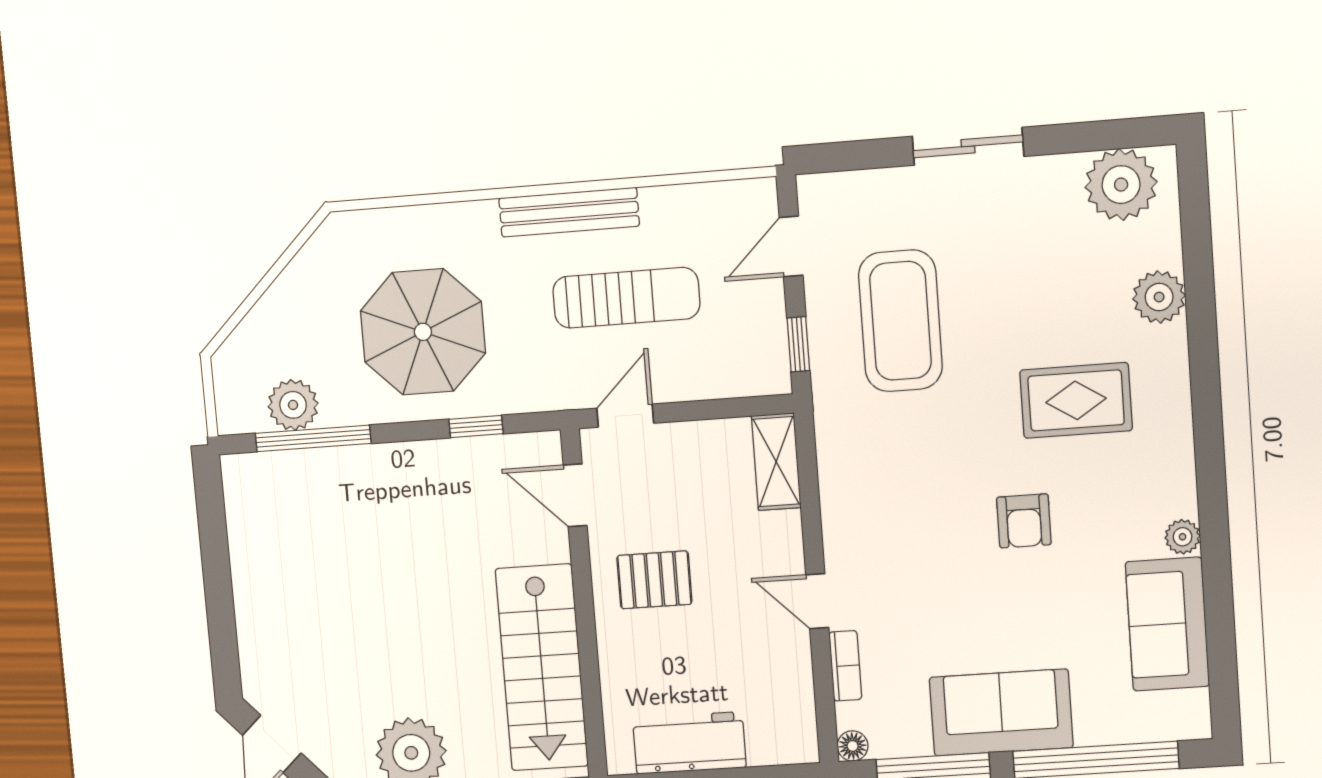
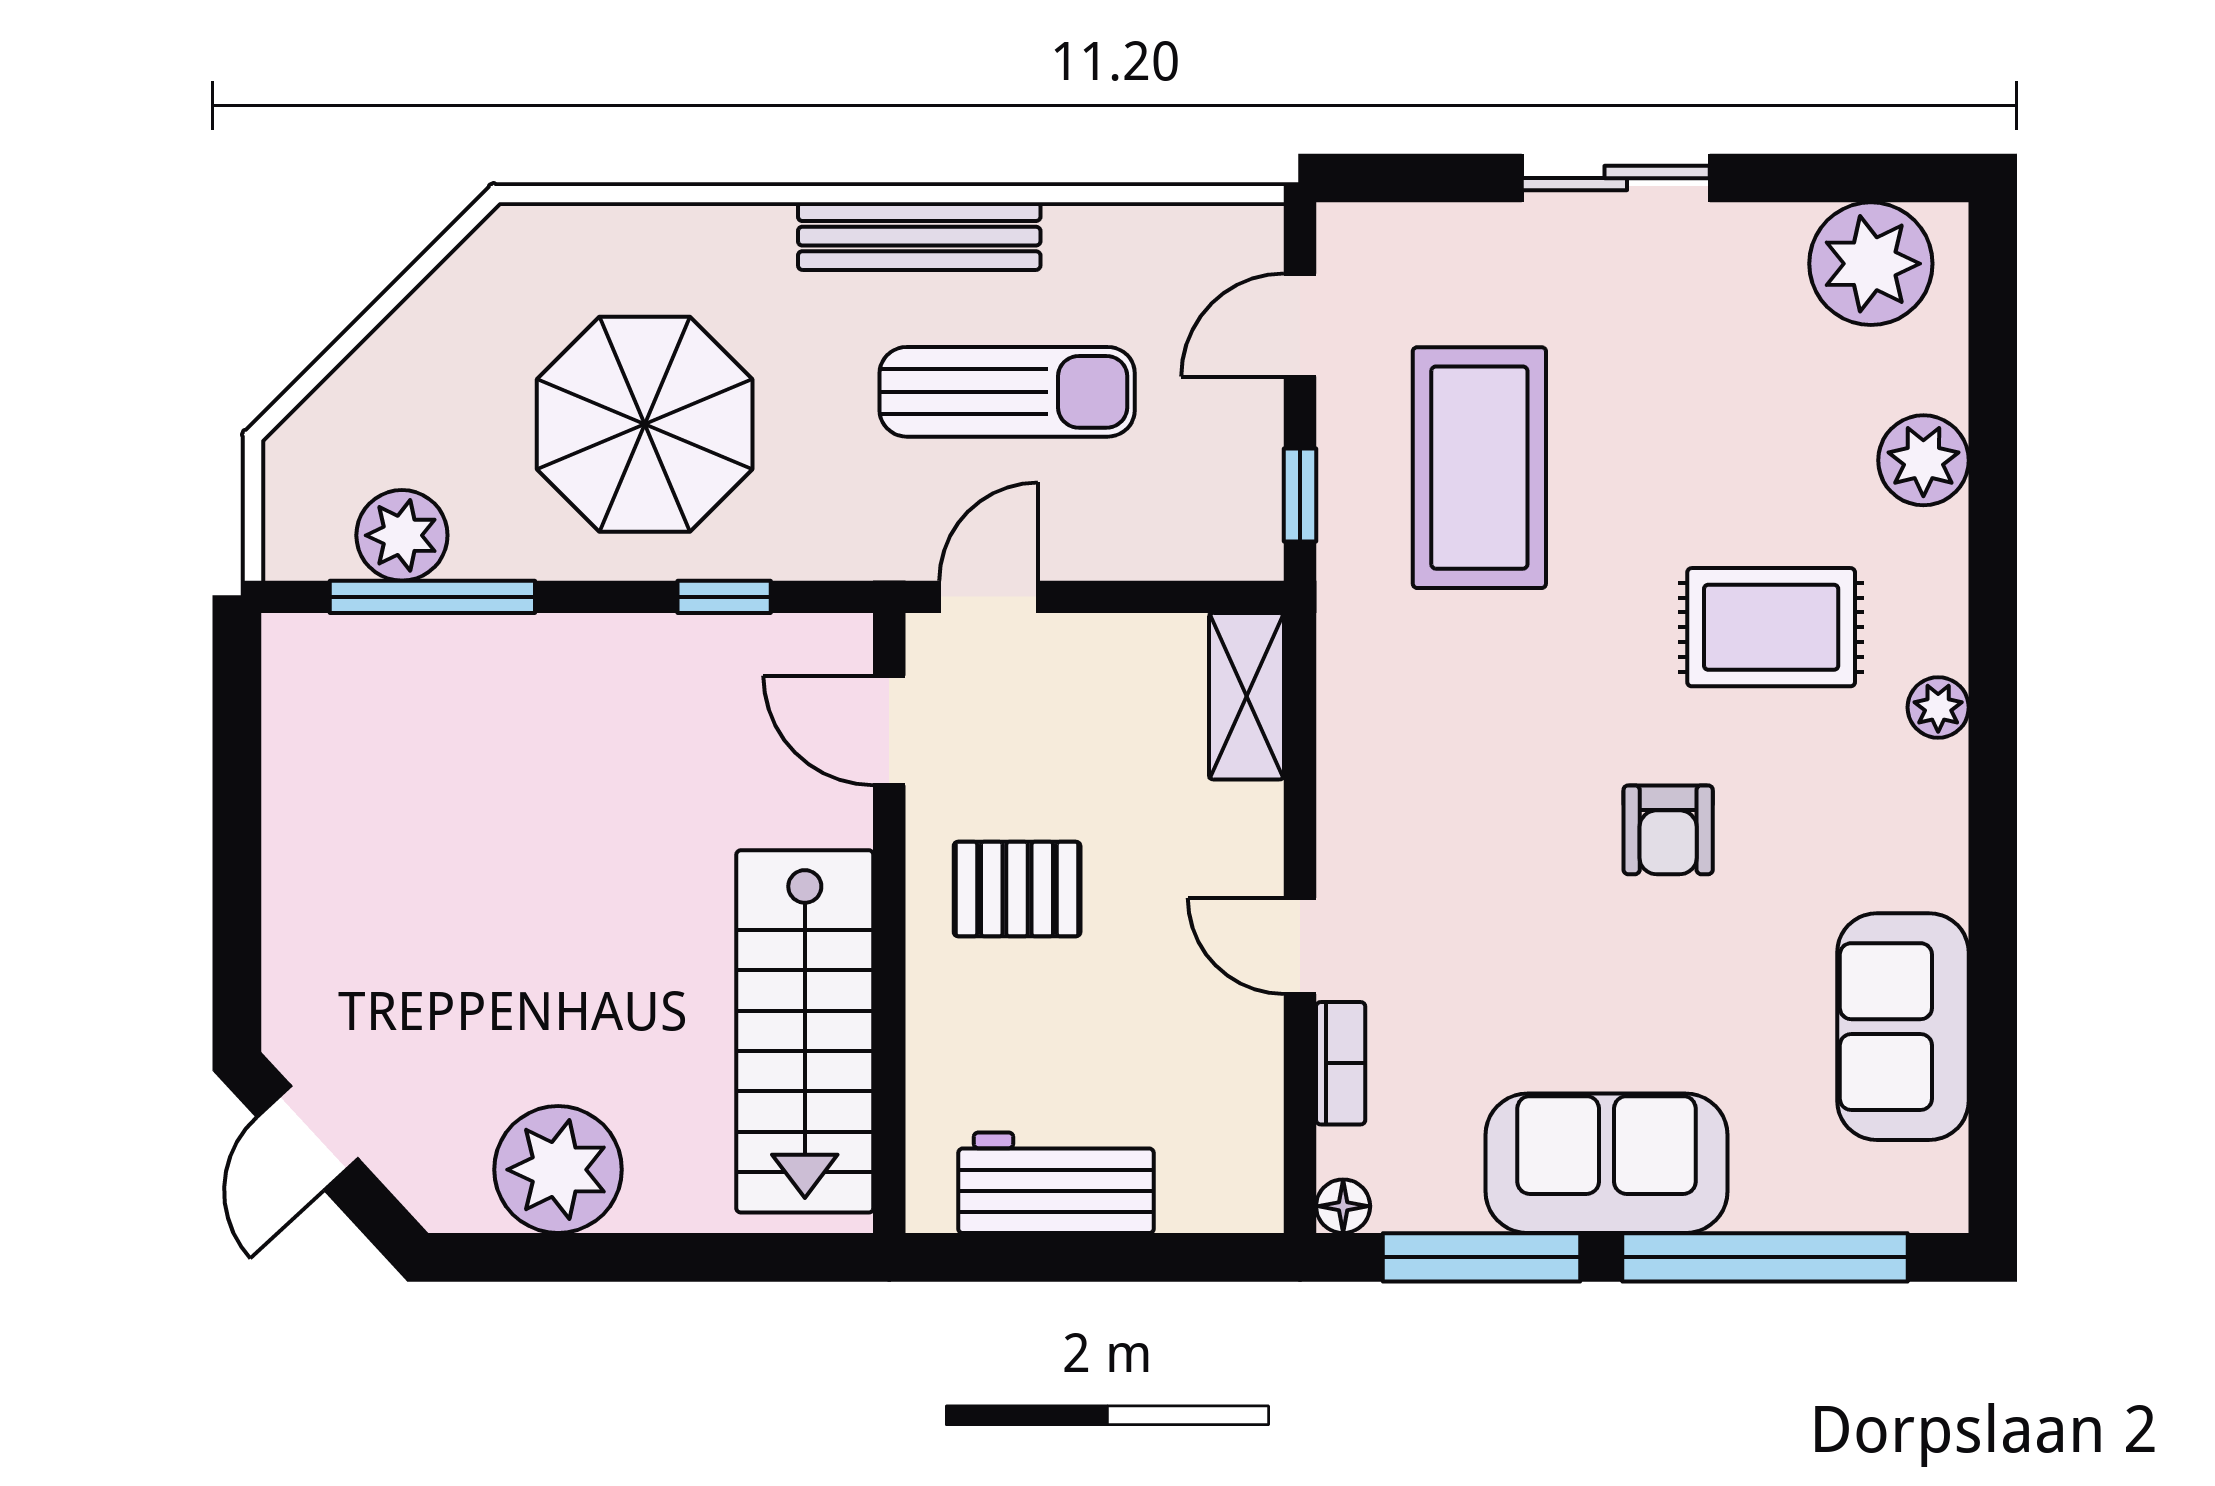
plant: (1183, 537) -> (1938, 707), moved

